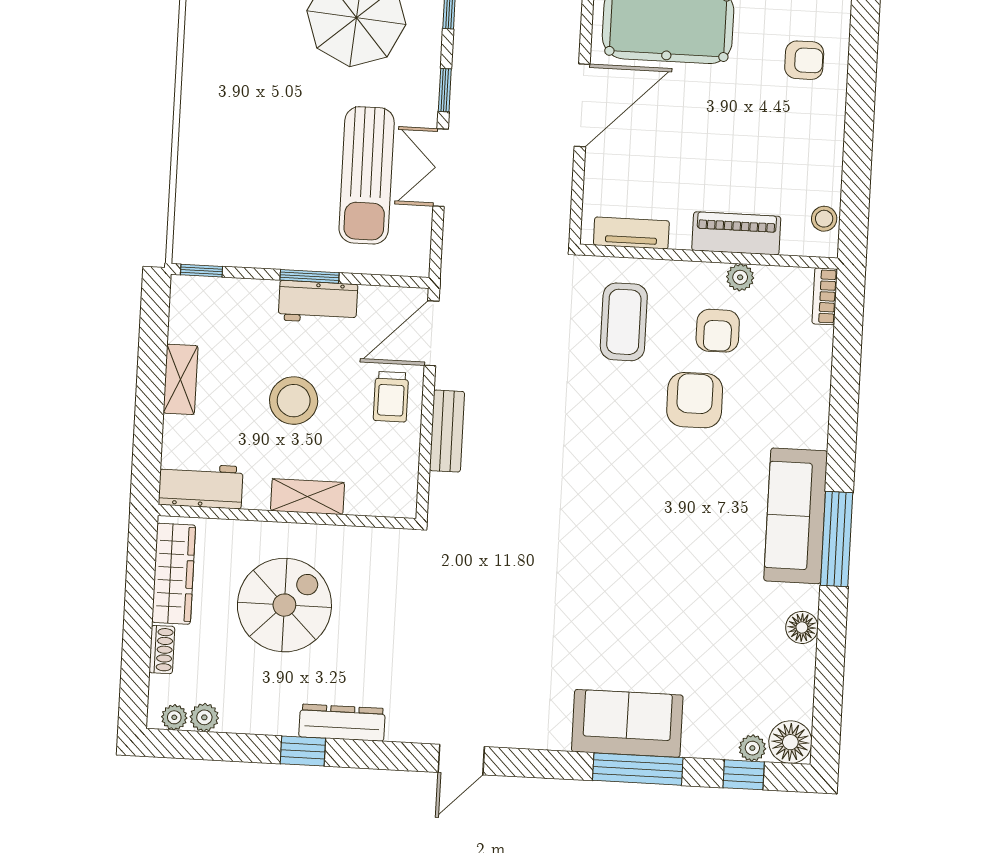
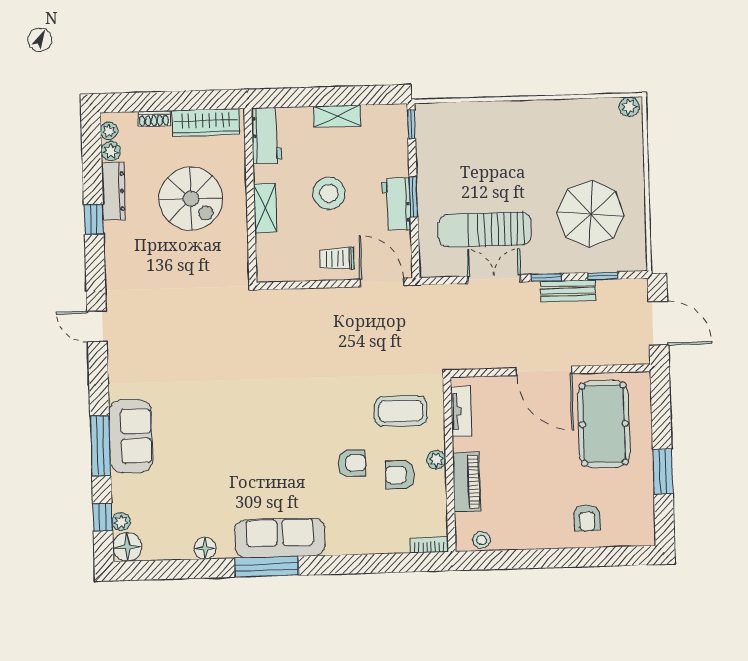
plant: (740, 277) -> (436, 460), moved
armchair: (695, 400) -> (352, 463), width x0.72, depth x0.72
bench: (447, 431) -> (568, 291), moved
dresser: (342, 723) -> (113, 191), moved

